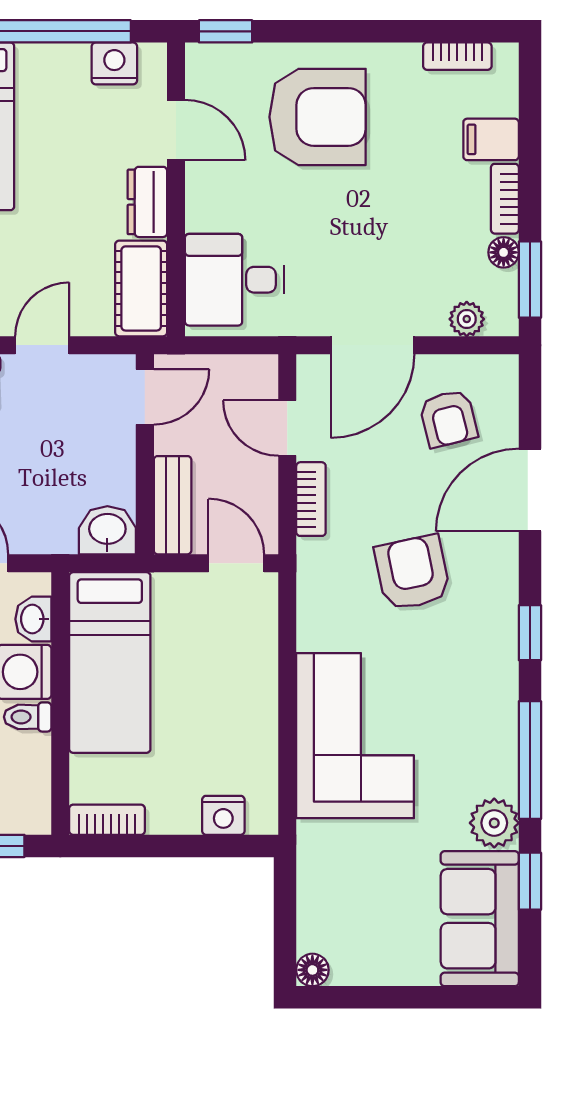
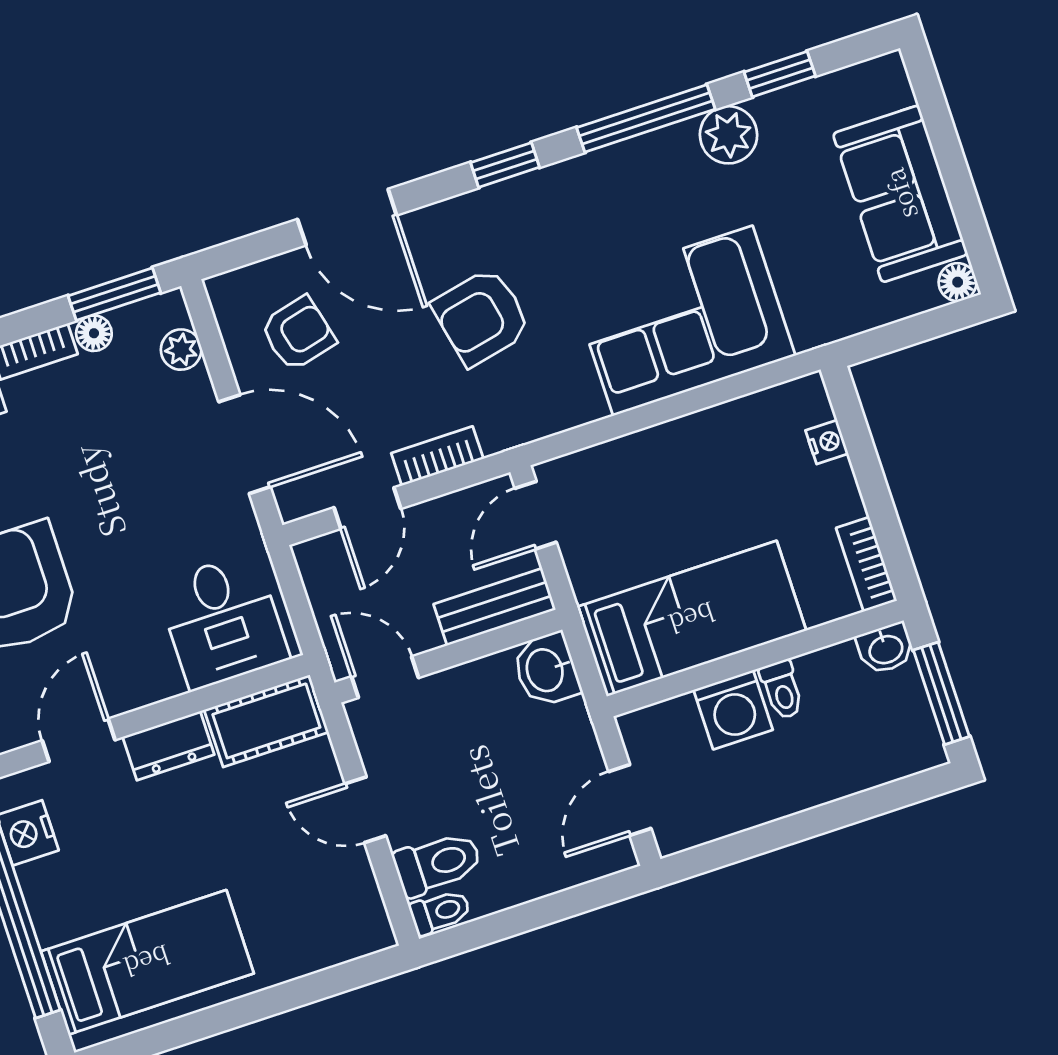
washbasin: (33, 619) -> (886, 648), moved
nightstand: (223, 815) -> (827, 442), width x0.72, depth x0.74
sofa: (480, 919) -> (900, 194), moved, turned 90

